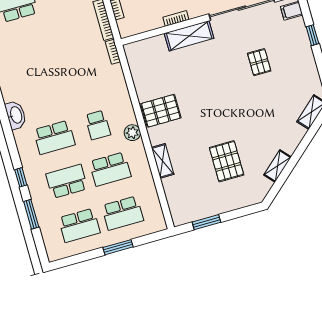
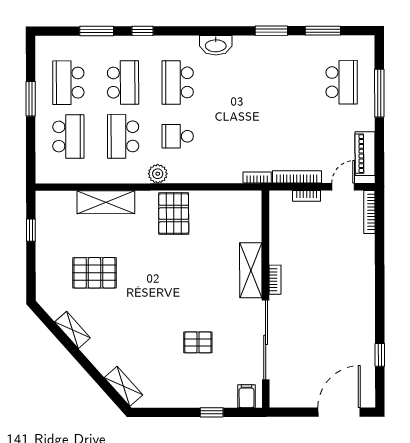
bookcase: (176, 18) -> (275, 280), moved
shelving: (163, 161) -> (106, 202), width x1.50, depth x1.33
school desk: (123, 213) -> (68, 136), turned 180
window: (206, 222) -> (31, 230), width x0.67
window: (118, 247) -> (31, 99), moved

